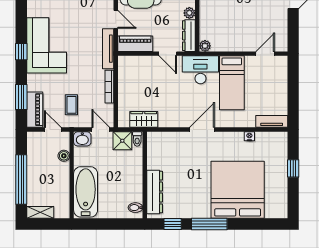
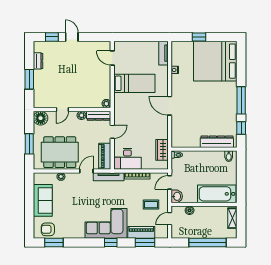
desk: (200, 70) -> (127, 159), moved, turned -90
piano: (35, 110) -> (141, 232), moved
shower: (122, 141) -> (178, 166), removed
bed: (238, 190) -> (215, 61), moved
shelving: (40, 212) -> (232, 218), moved

